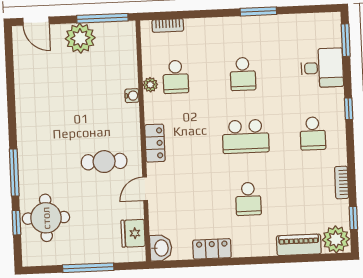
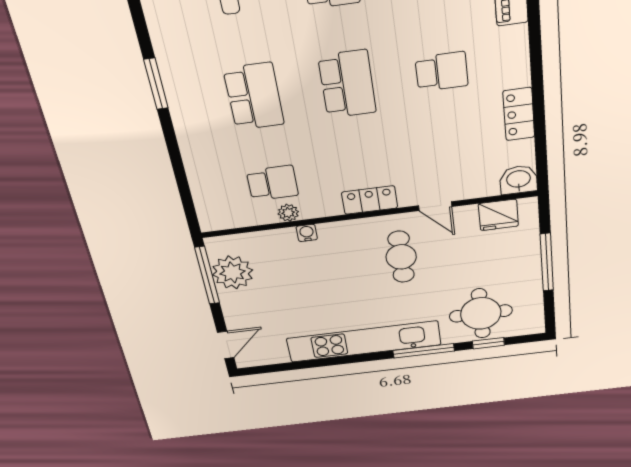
bookcase: (168, 25) -> (201, 199), removed
plant: (80, 38) -> (232, 272), moved
school desk: (243, 74) -> (254, 96), width x1.85
kitchen unit: (28, 127) -> (364, 342), added

